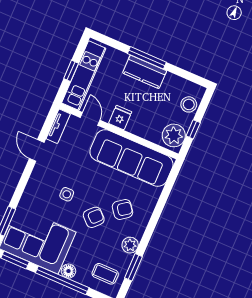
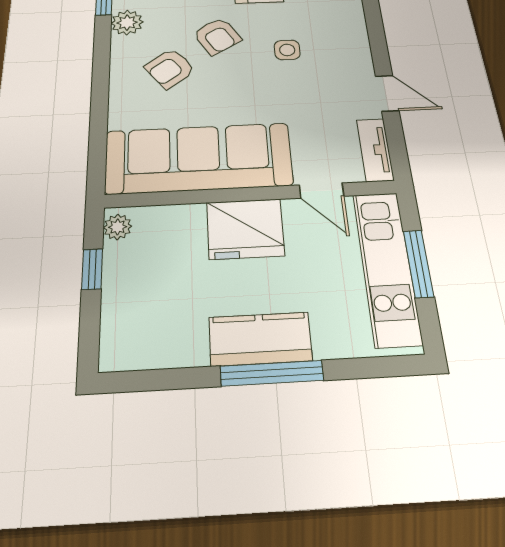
window: (71, 71) -> (418, 264), width x1.50
stool: (189, 104) -> (125, 316), removed
fridge: (120, 118) -> (245, 229), width x1.88, depth x1.34
plant: (174, 135) -> (118, 227), width x0.53, depth x0.53
armchair: (94, 217) -> (217, 36), turned -75

